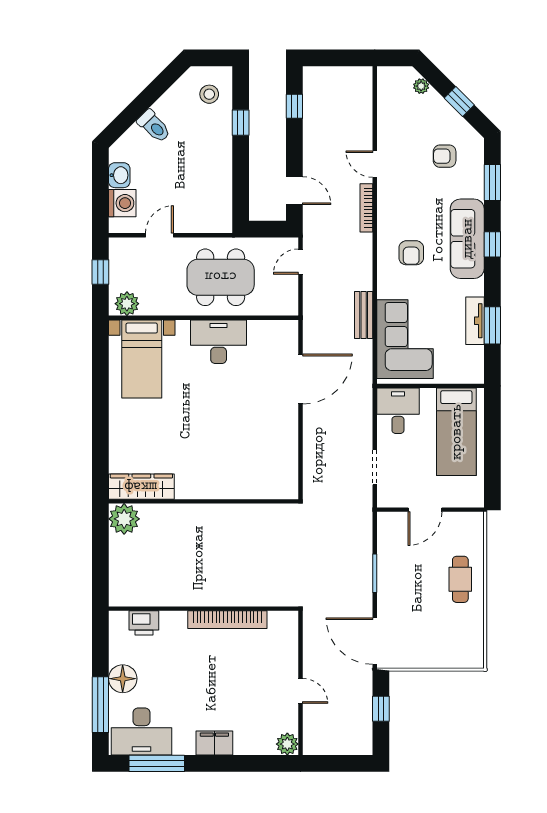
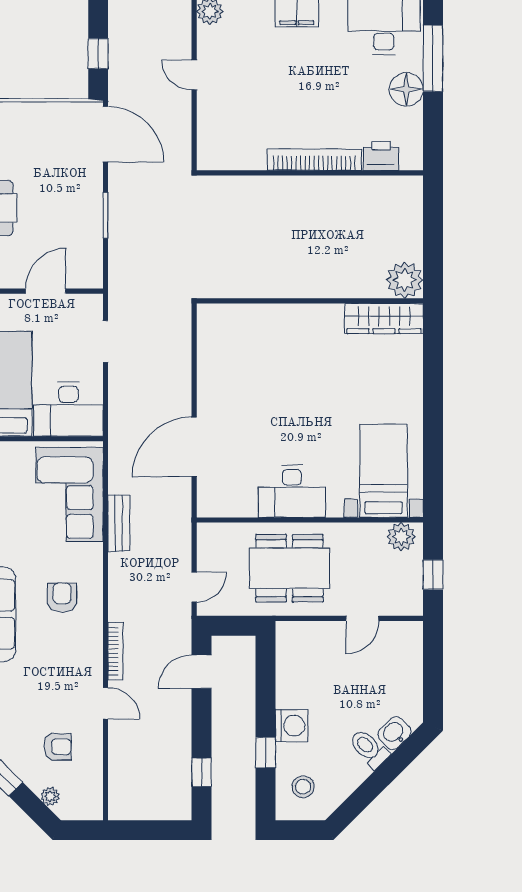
armchair: (445, 156) -> (58, 747), moved
washbasin: (119, 175) -> (394, 733), moved, turned 45
door: (294, 191) -> (202, 672), hinge flipped
washing machine: (122, 203) -> (292, 726), moved, turned 180
desk: (398, 411) -> (68, 409), width x1.37
bookcase: (227, 620) -> (314, 160), moved

